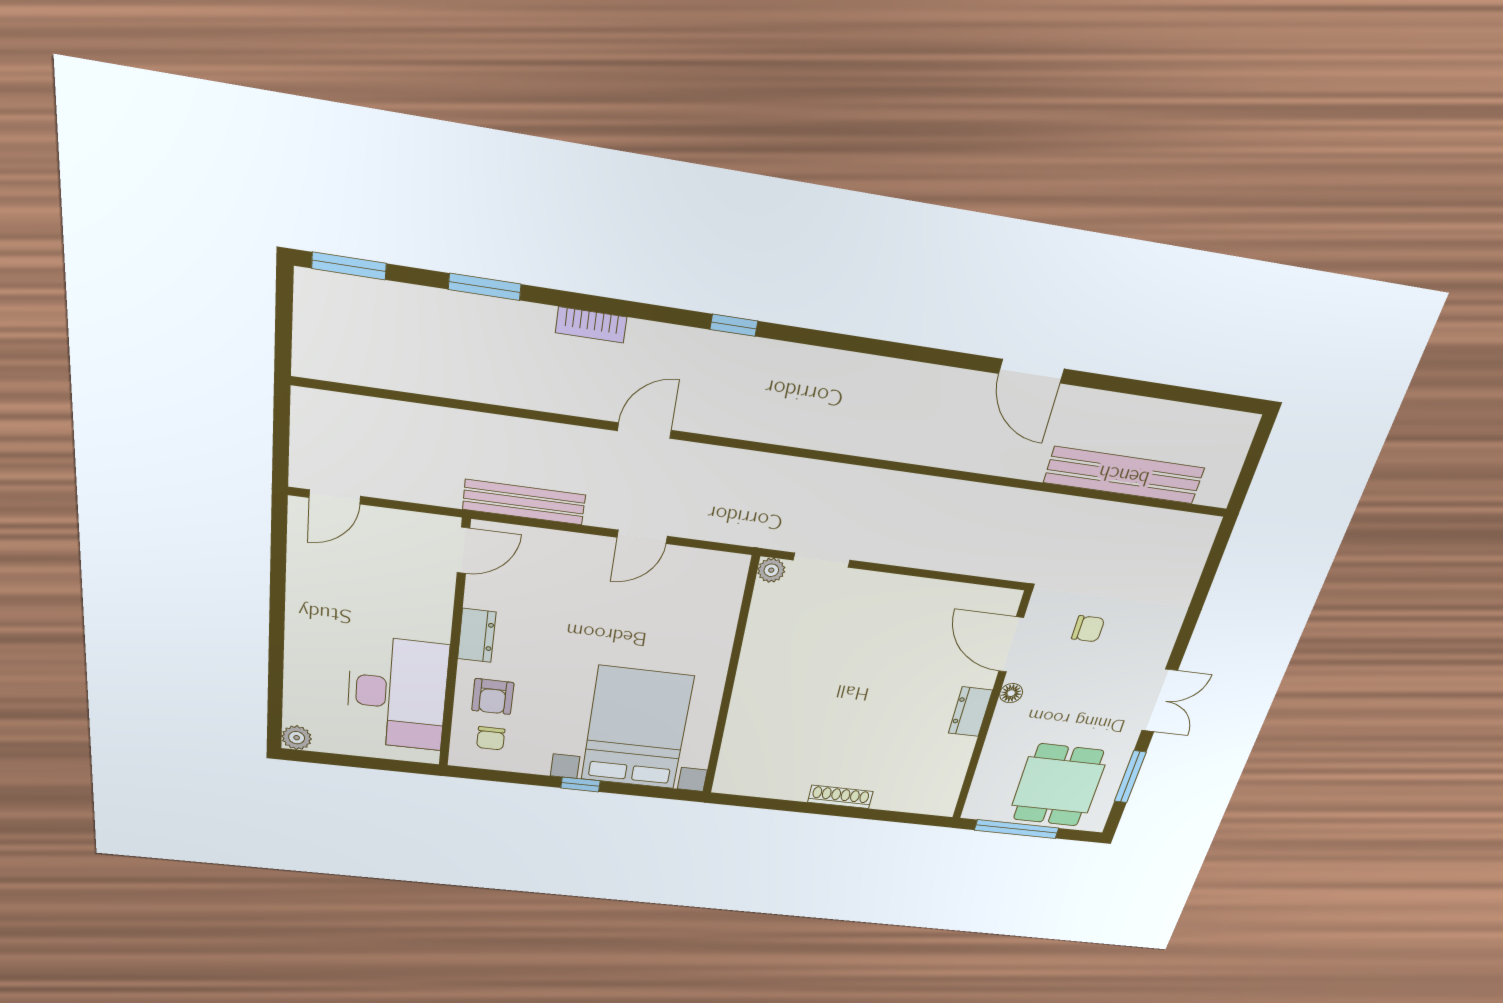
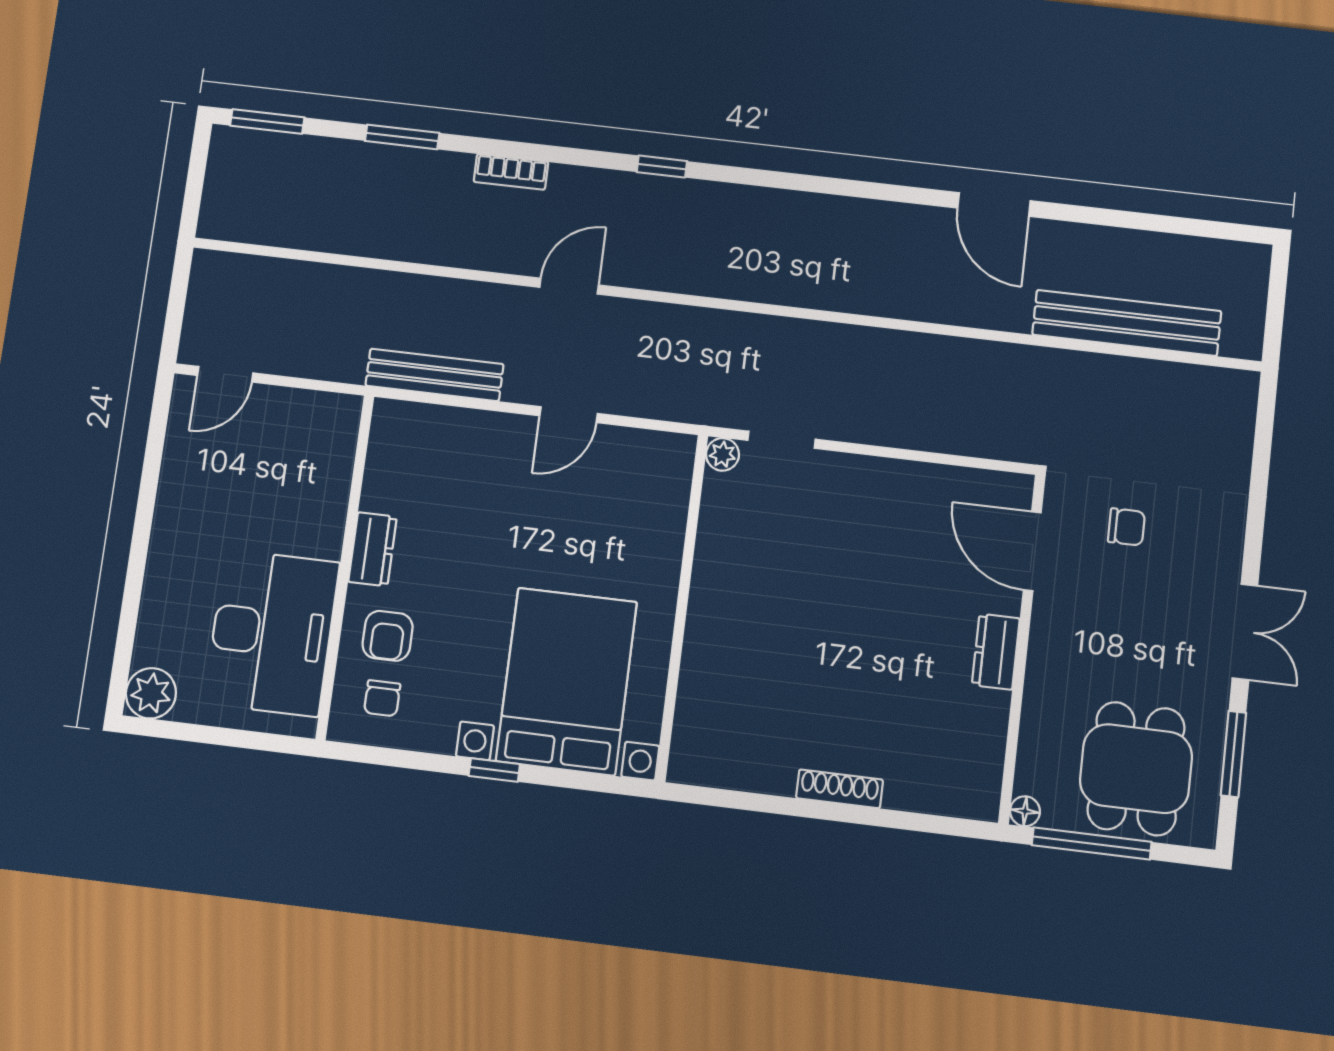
door: (463, 550) -> (363, 437), removed
floor lamp: (1011, 693) -> (1025, 811), moved
plant: (297, 738) -> (151, 693), width x1.38, depth x1.38

